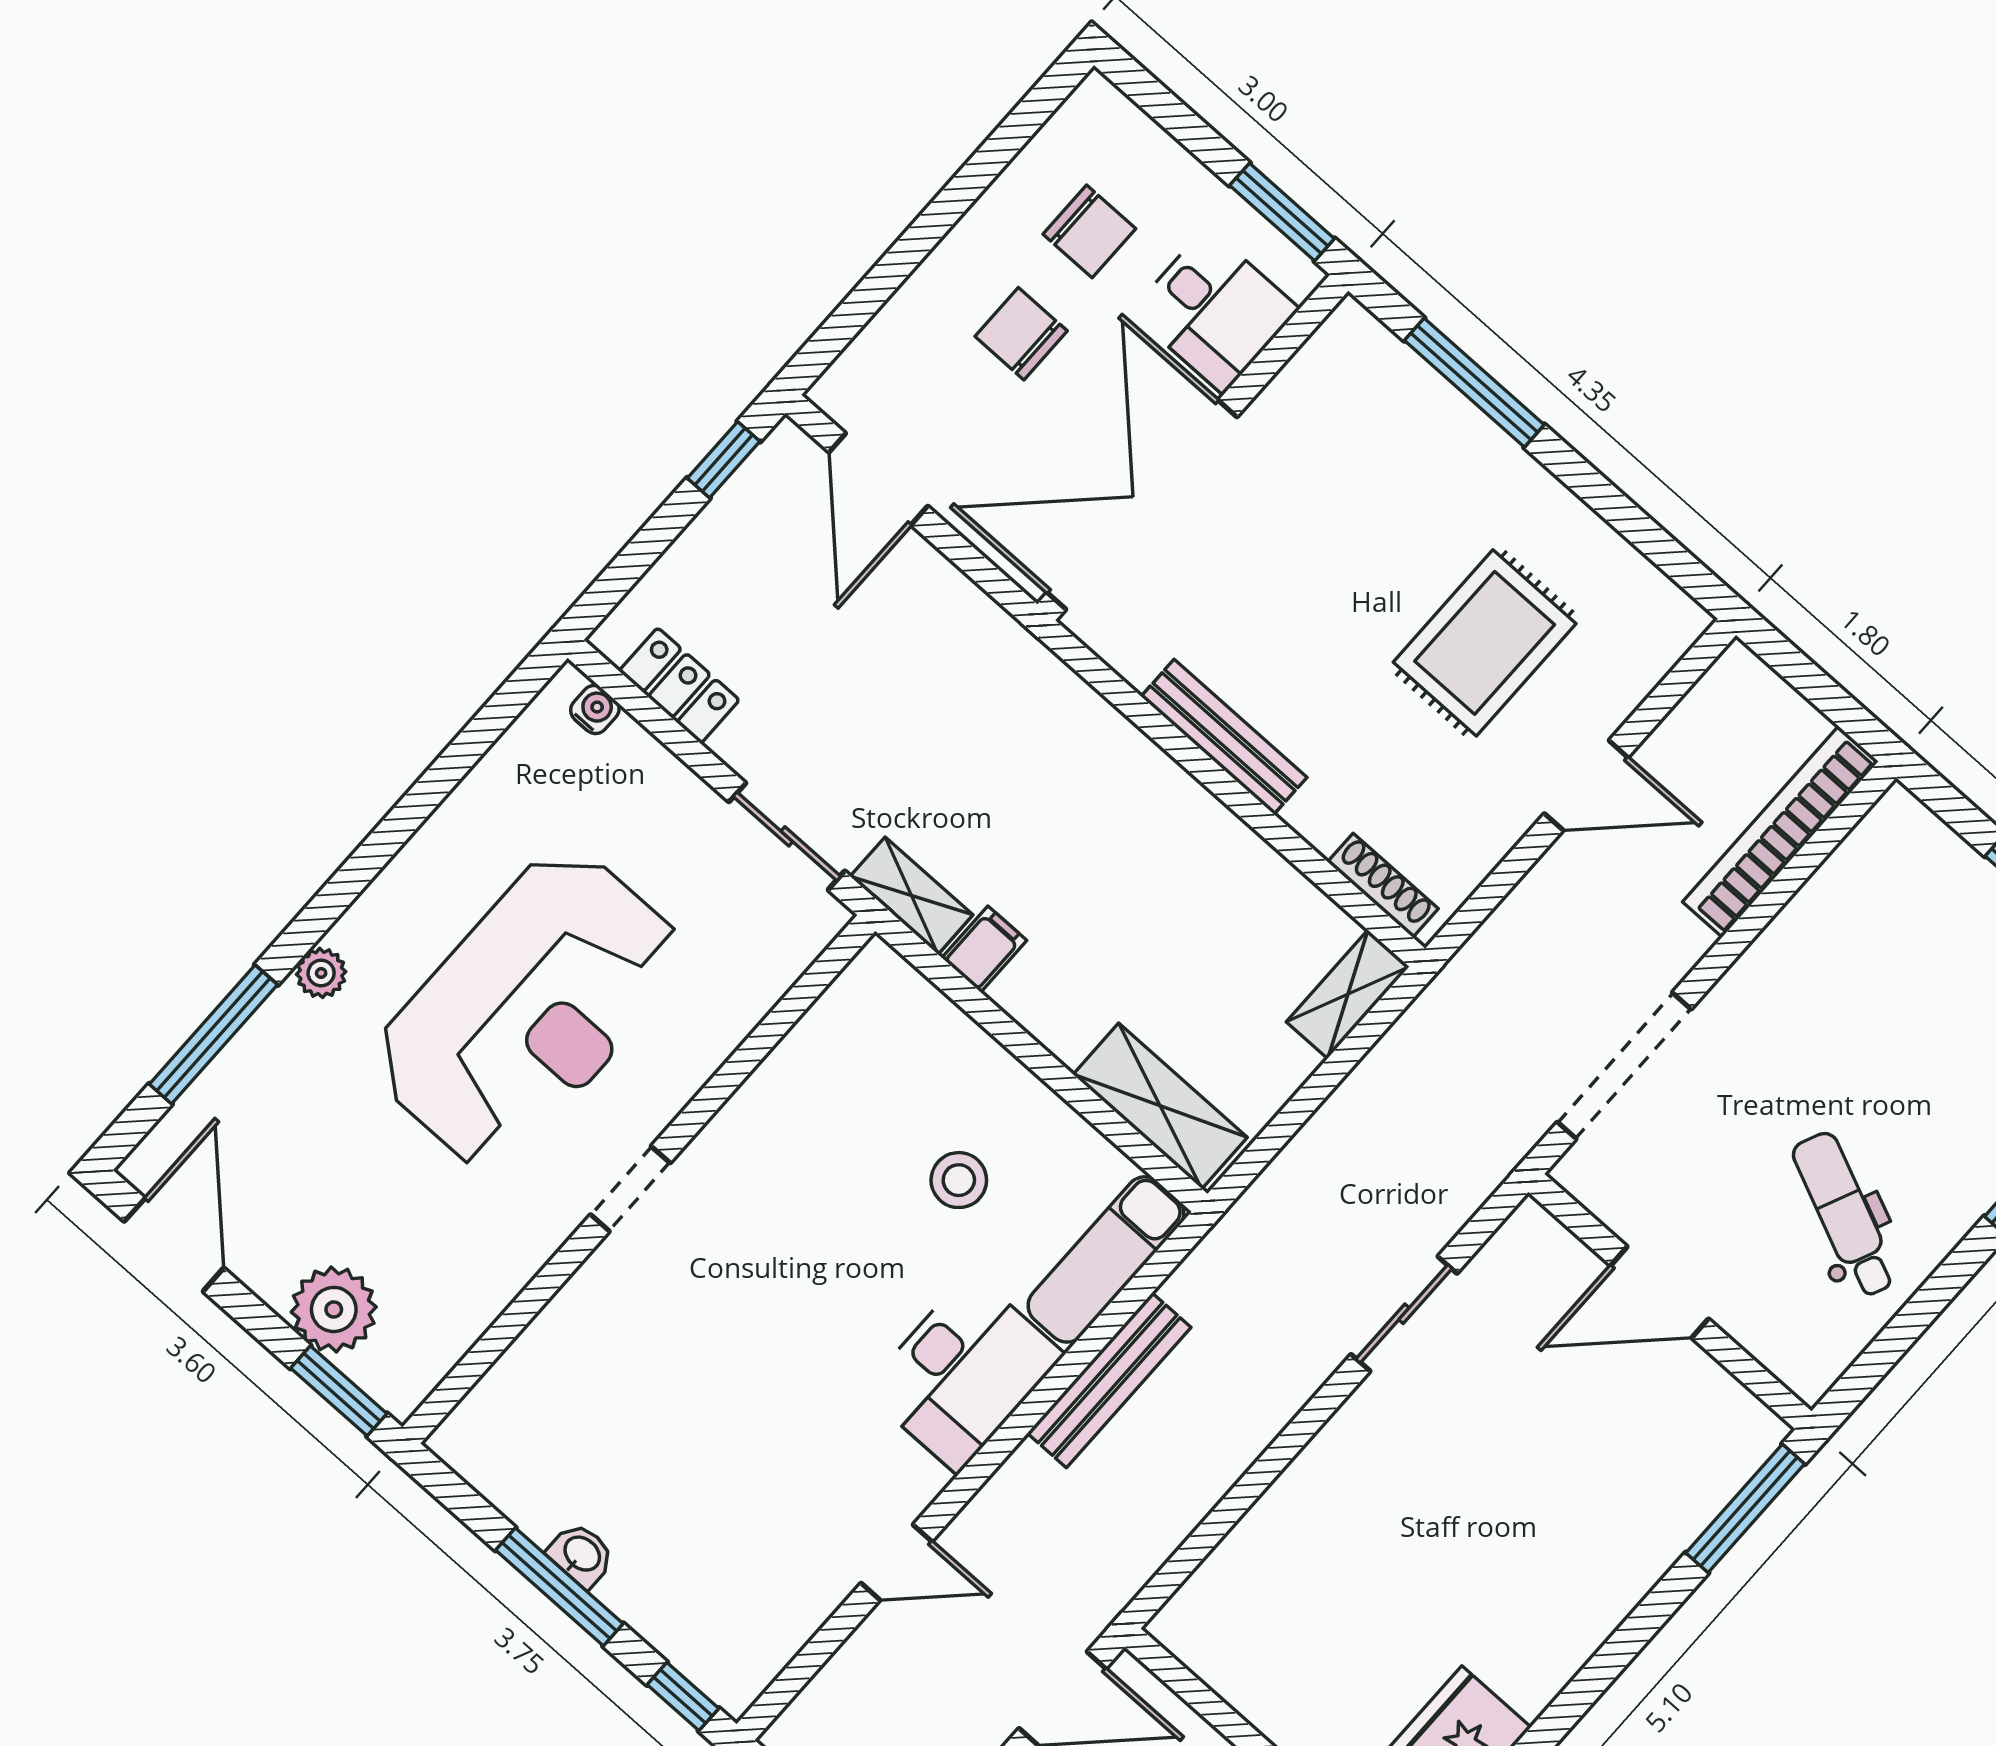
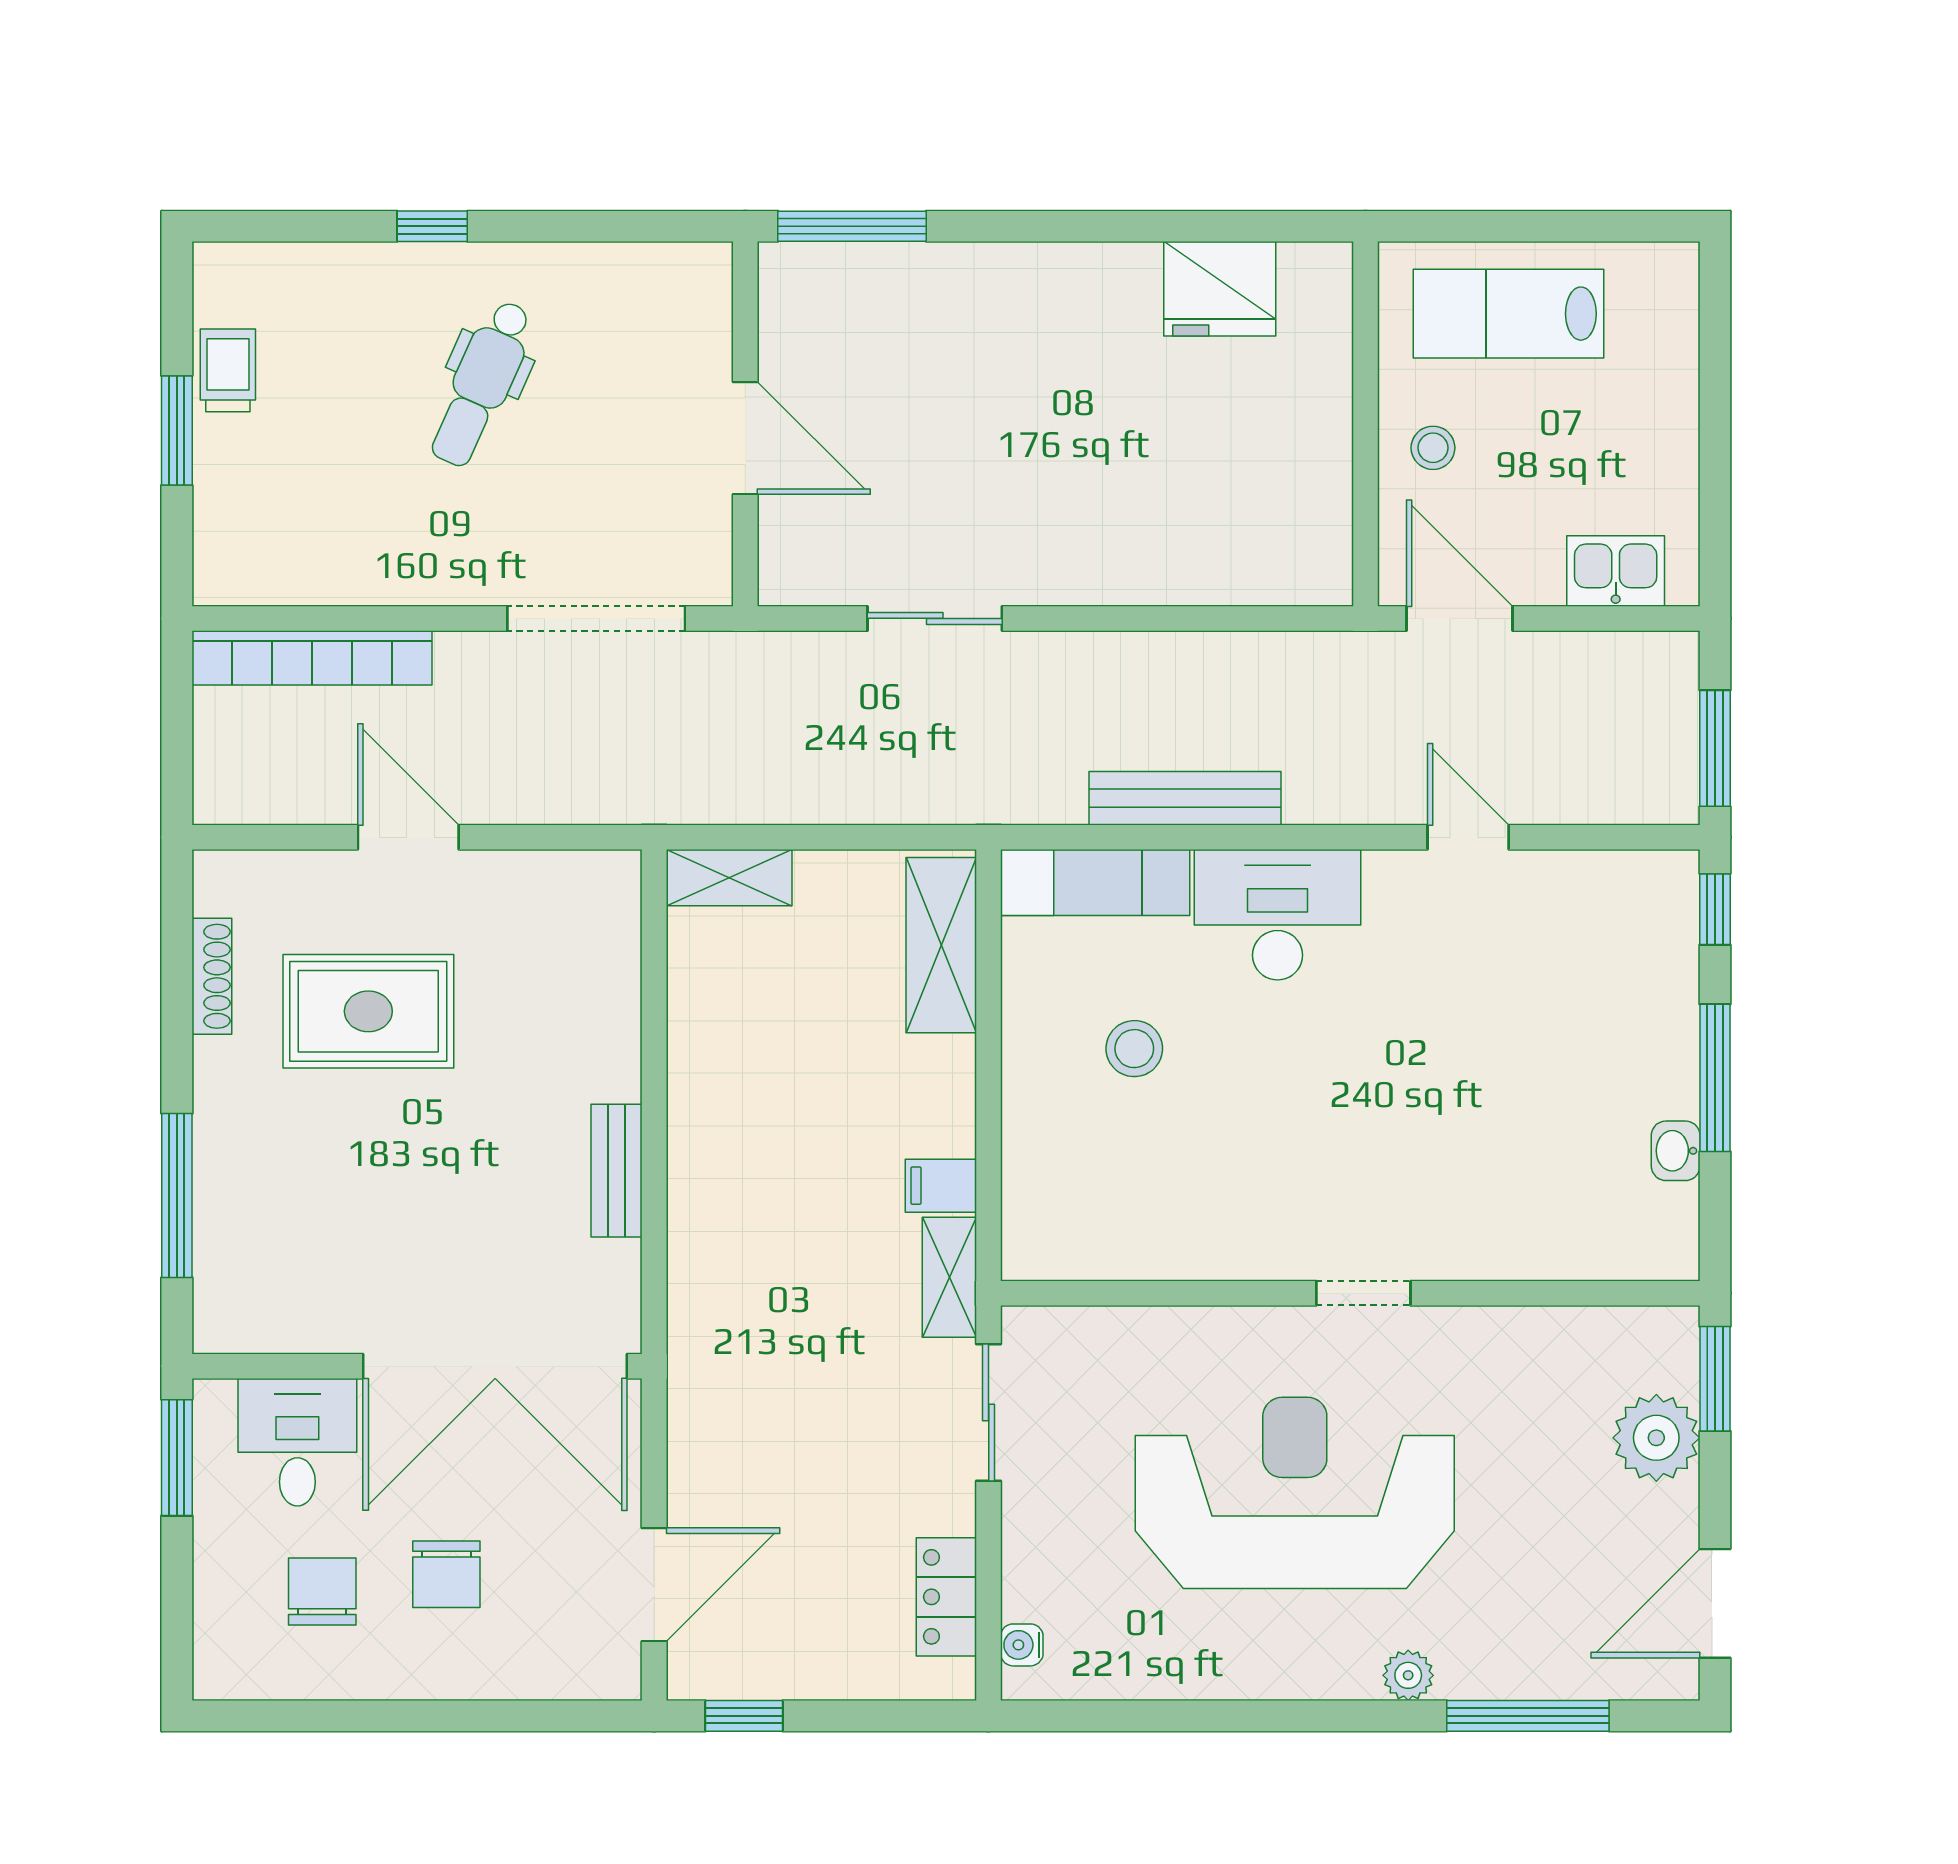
bench: (1224, 737) -> (617, 1171), width x0.73
shoe rack: (1383, 885) -> (212, 976), moved, turned 180
dental chair: (1845, 1215) -> (482, 384), moved
washbasin: (581, 1555) -> (1676, 1151), moved

